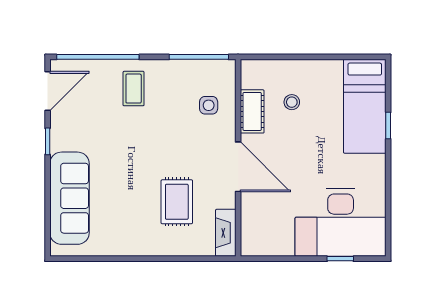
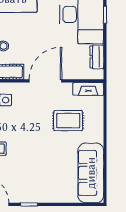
sofa: (69, 198) -> (91, 173), moved, turned -90
dresser: (275, 246) -> (97, 57), added

